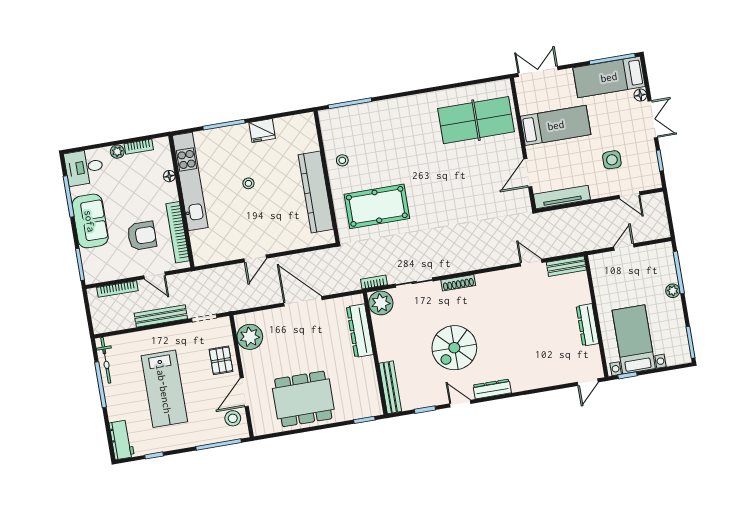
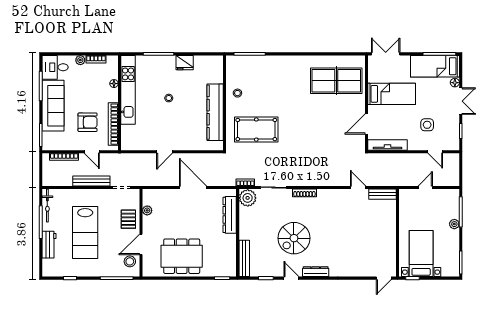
sofa: (90, 221) -> (53, 106), width x1.36
dresser: (587, 325) -> (390, 238), removed
plant: (250, 337) -> (147, 210), width x0.53, depth x0.53
workbench: (122, 440) -> (49, 245), moved

